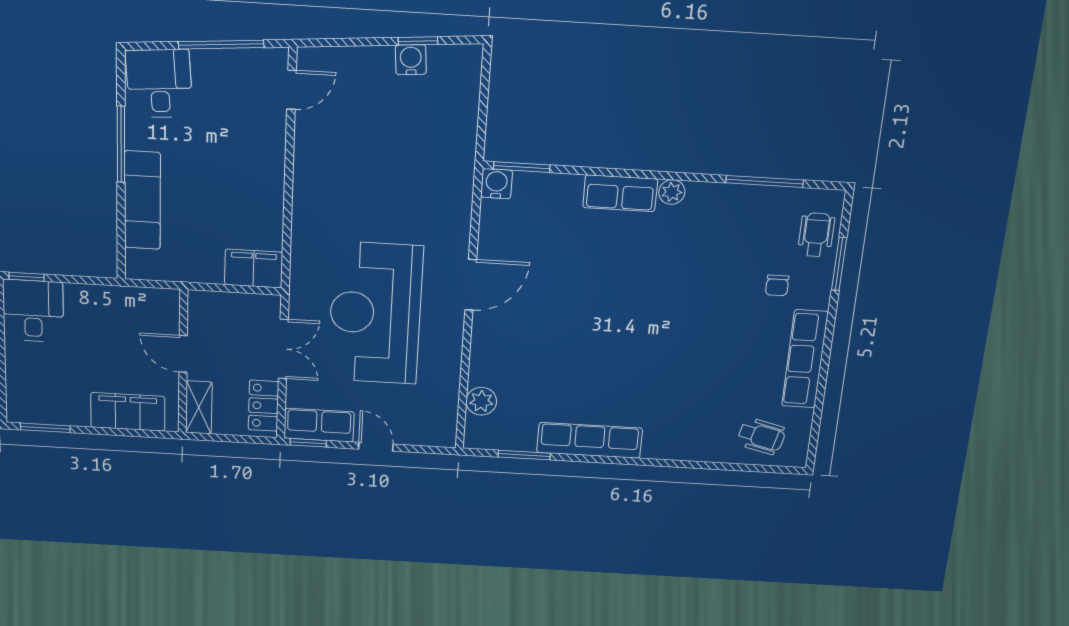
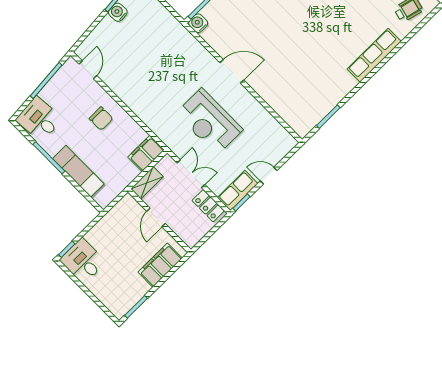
chair: (242, 168) -> (101, 119), added
door: (471, 285) -> (232, 71), hinge flipped
reception desk: (375, 313) -> (209, 122), width x0.74, depth x0.77
door: (183, 354) -> (156, 217), hinge flipped
plant: (481, 401) -> (287, 113), removed
shelving: (199, 407) -> (147, 183), moved, turned 90
row of seats: (589, 440) -> (374, 55), moved

